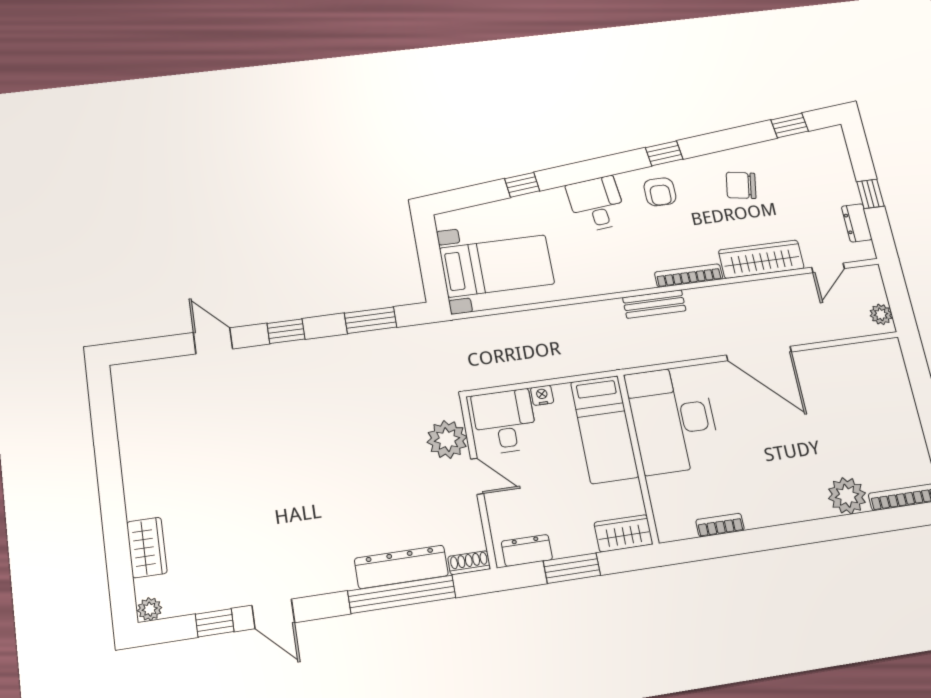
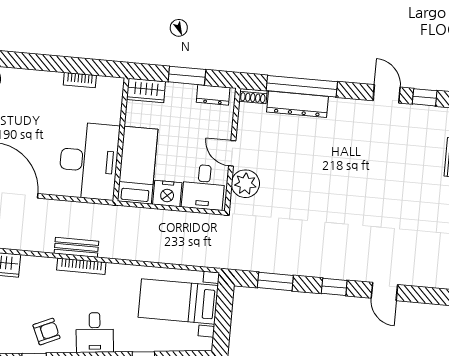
armchair: (660, 192) -> (46, 332), turned 66
bookcase: (689, 276) -> (81, 266), moved
nightstand: (542, 395) -> (167, 194), width x1.89, depth x1.79

